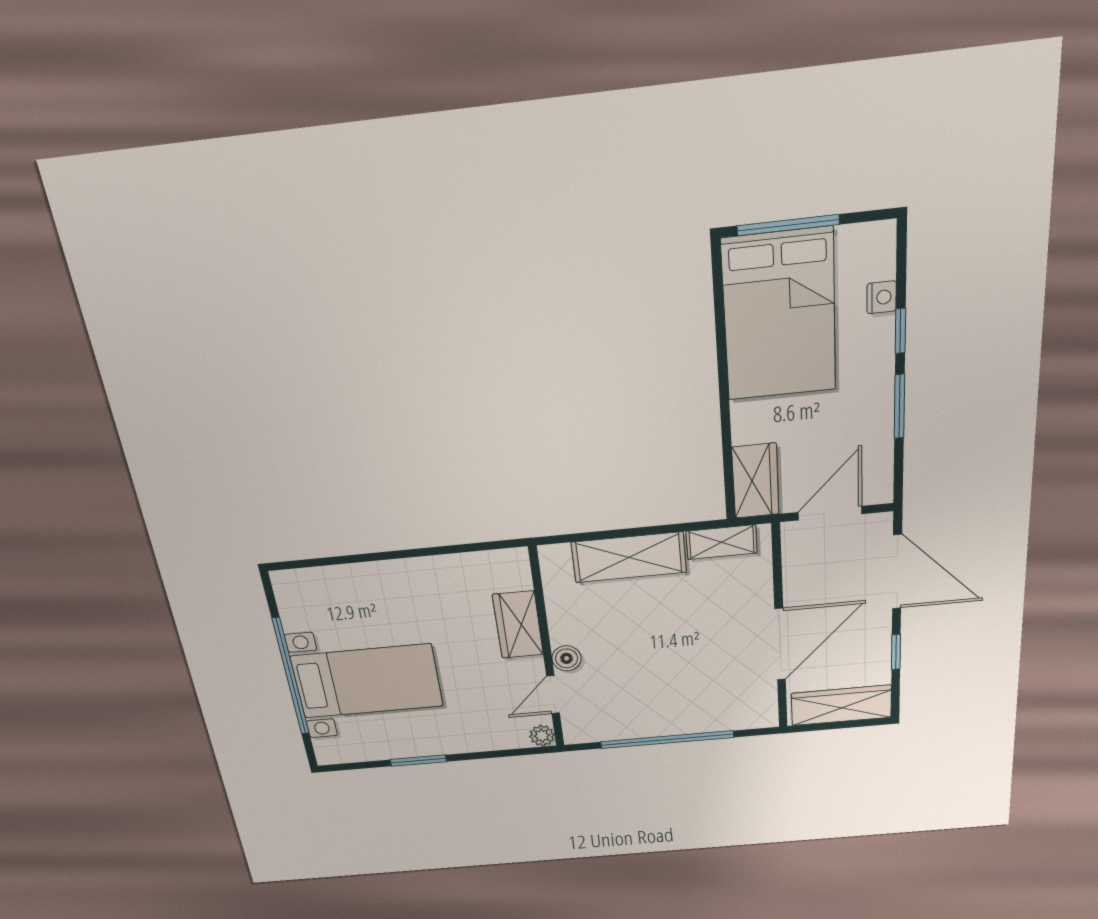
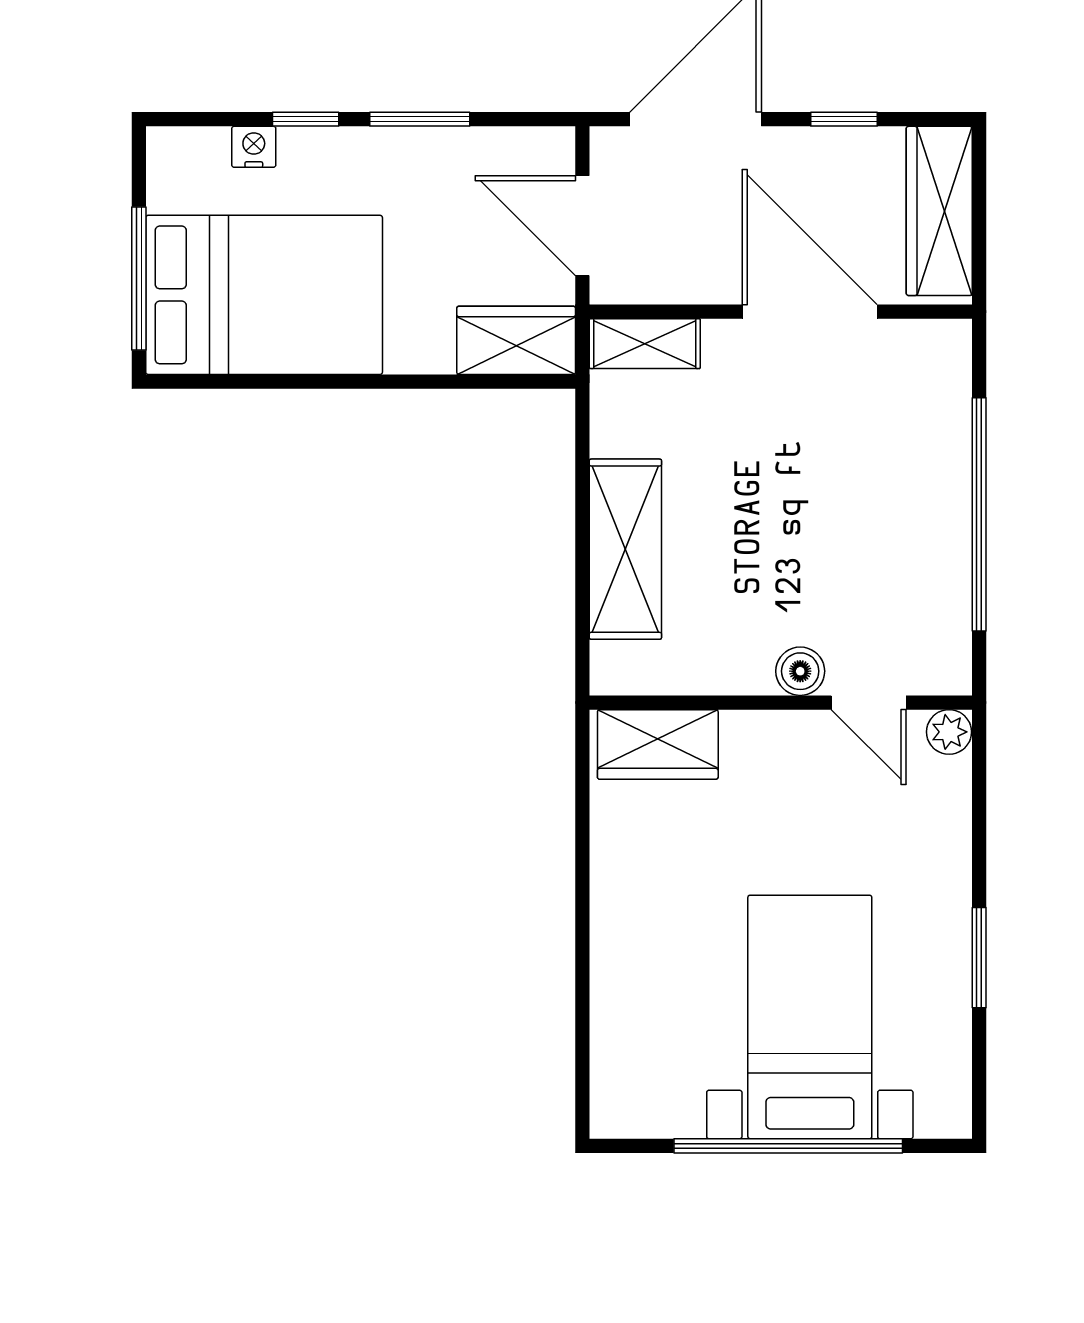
shelving: (722, 542) -> (645, 344), moved, turned 90
wardrobe: (518, 625) -> (658, 744), moved

